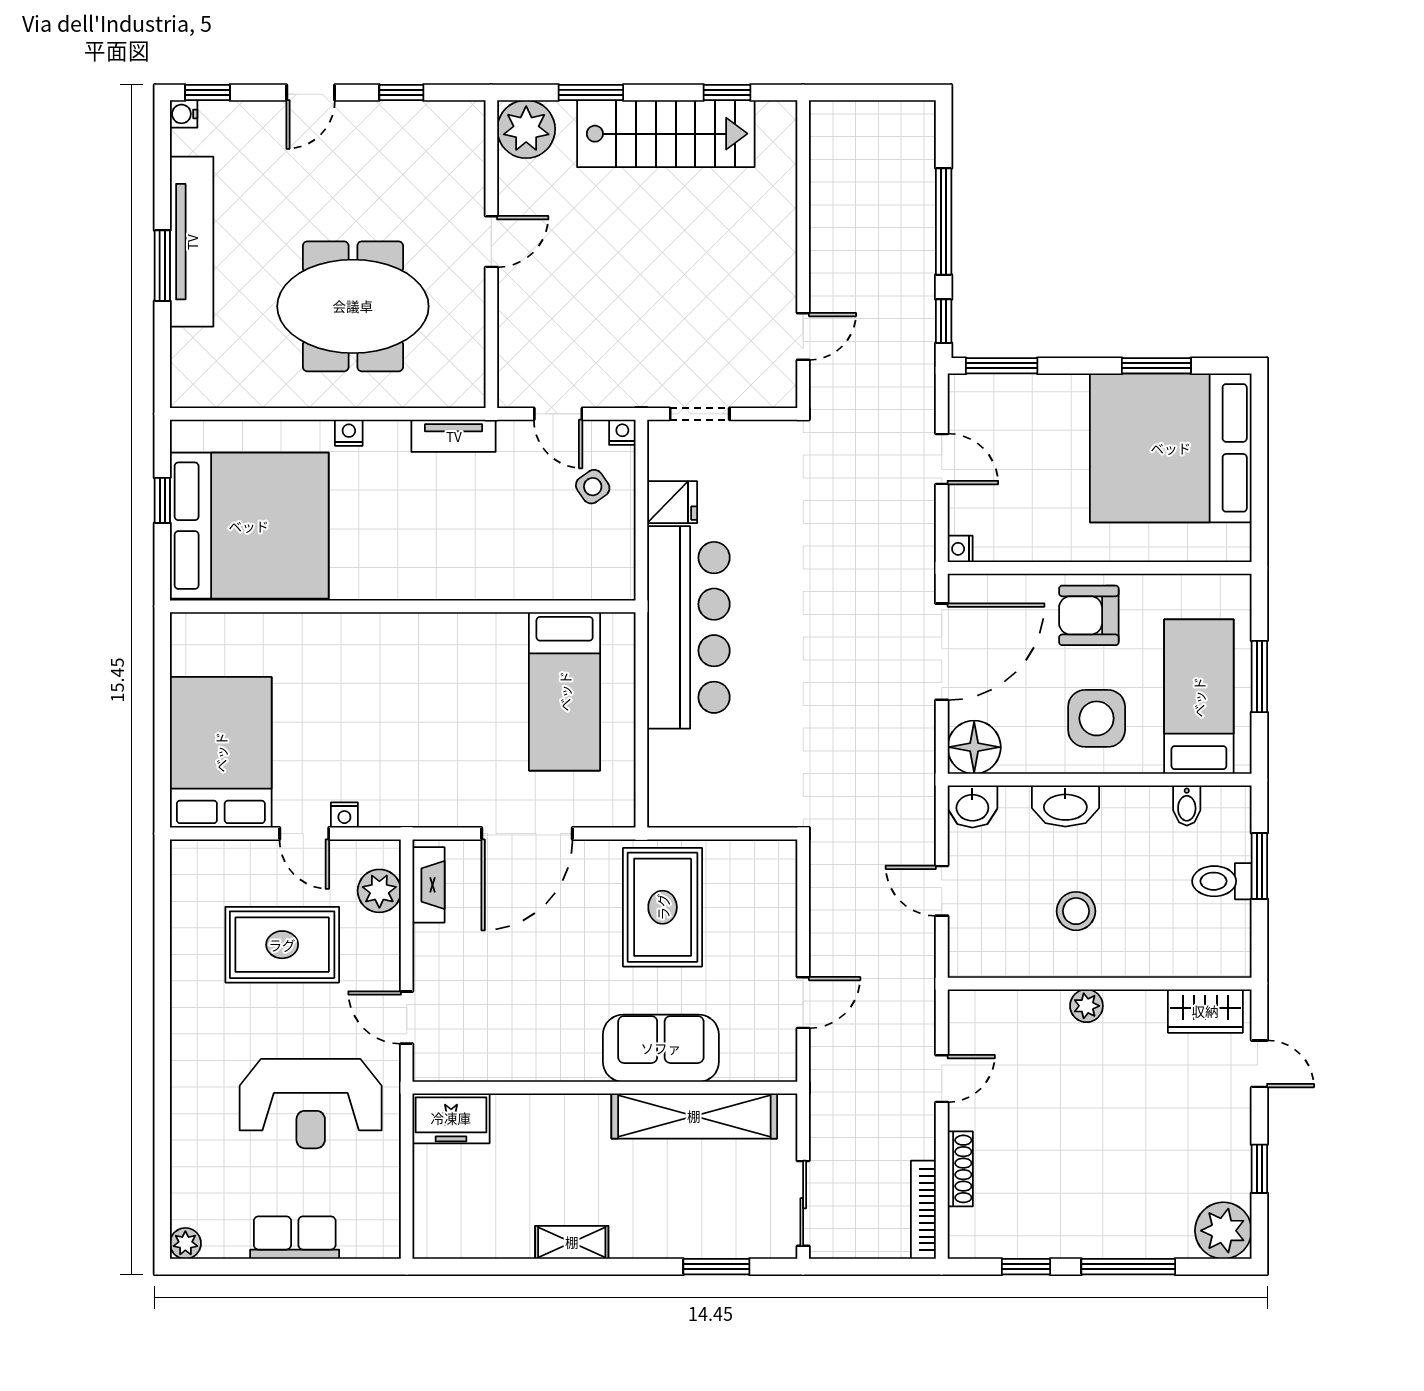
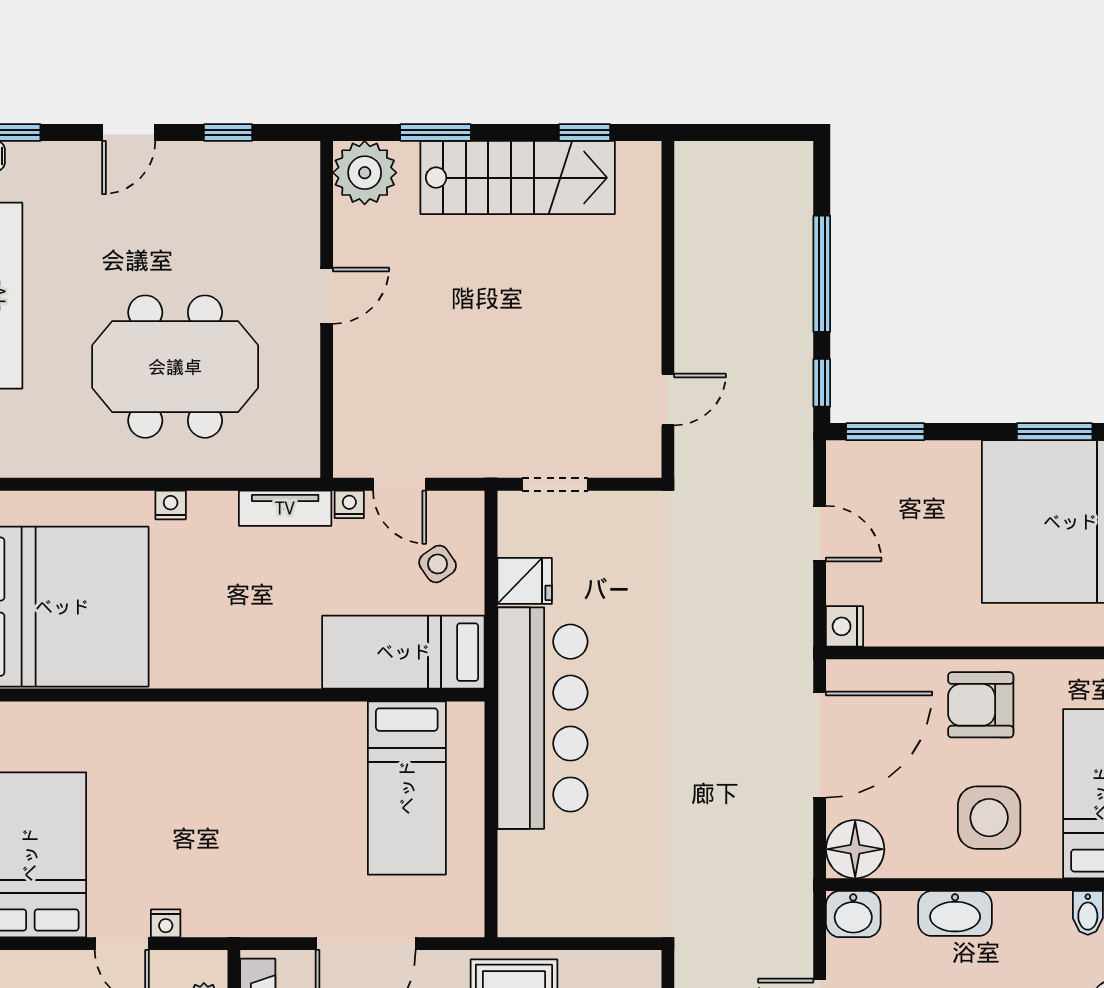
nightstand: (622, 432) -> (349, 504), moved
nightstand: (960, 549) -> (845, 626), width x1.39, depth x1.35
bed: (561, 567) -> (403, 652), added

